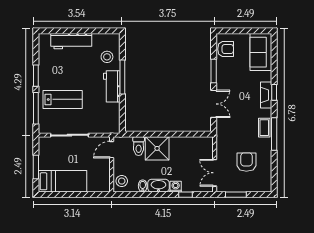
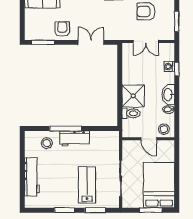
armchair: (226, 49) -> (62, 29), moved
window: (214, 71) -> (43, 42), moved
window: (36, 108) -> (95, 210), width x0.69
door: (112, 150) -> (149, 139), moved
double door: (215, 173) -> (146, 41), moved
bed: (62, 181) -> (159, 185), width x1.50
washing machine: (176, 187) -> (169, 67), moved

